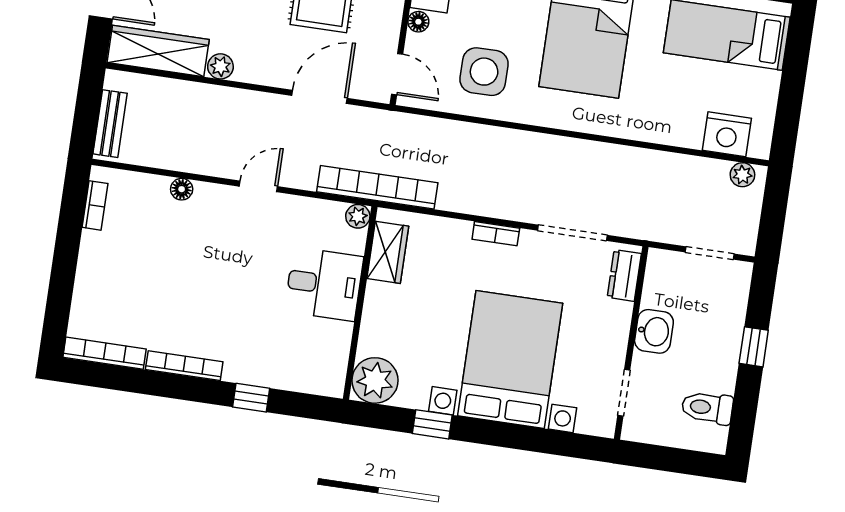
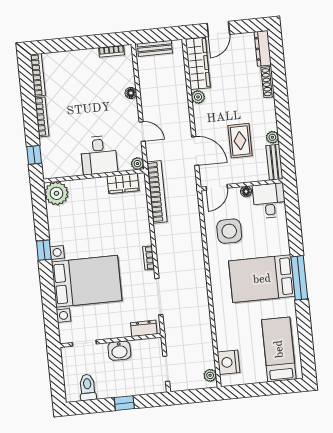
plant: (358, 216) -> (137, 164), moved
wardrobe: (388, 252) -> (123, 183), moved
desk: (324, 284) -> (99, 155), moved
wall: (360, 303) -> (94, 176), moved
plant: (375, 380) -> (56, 193), moved

